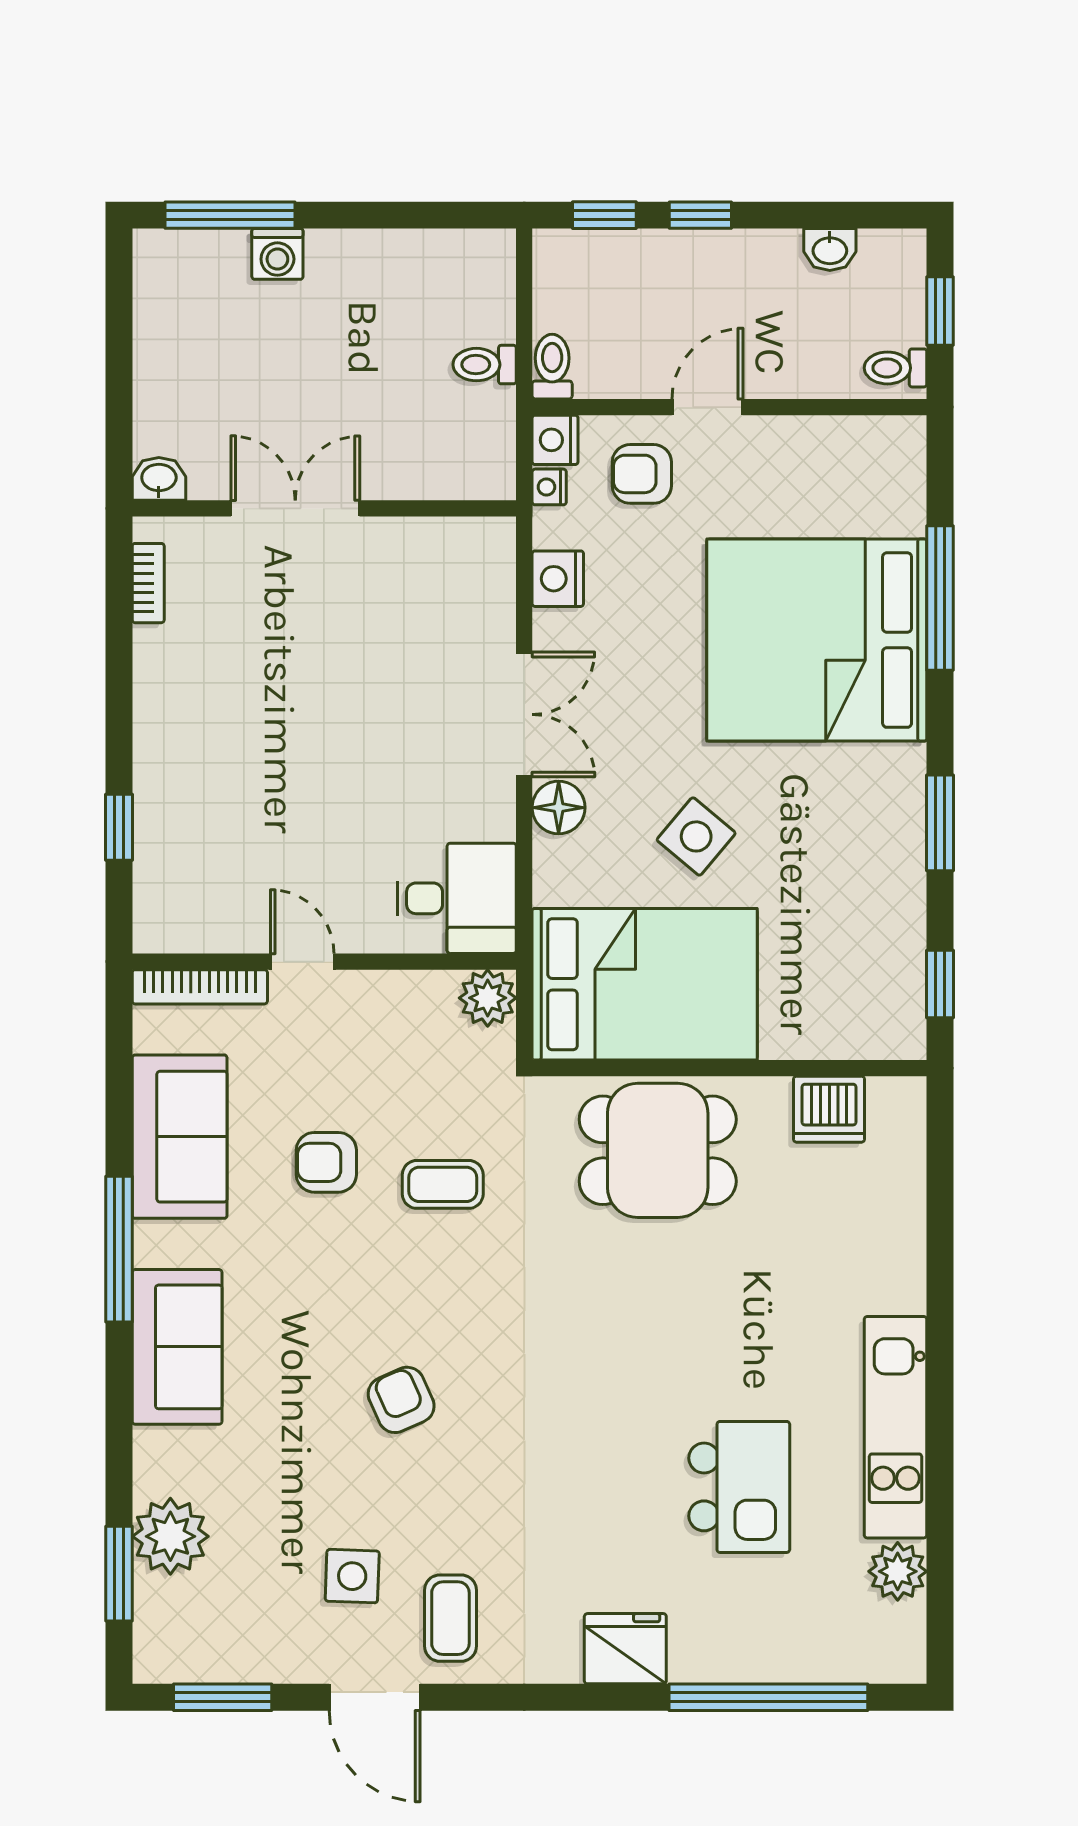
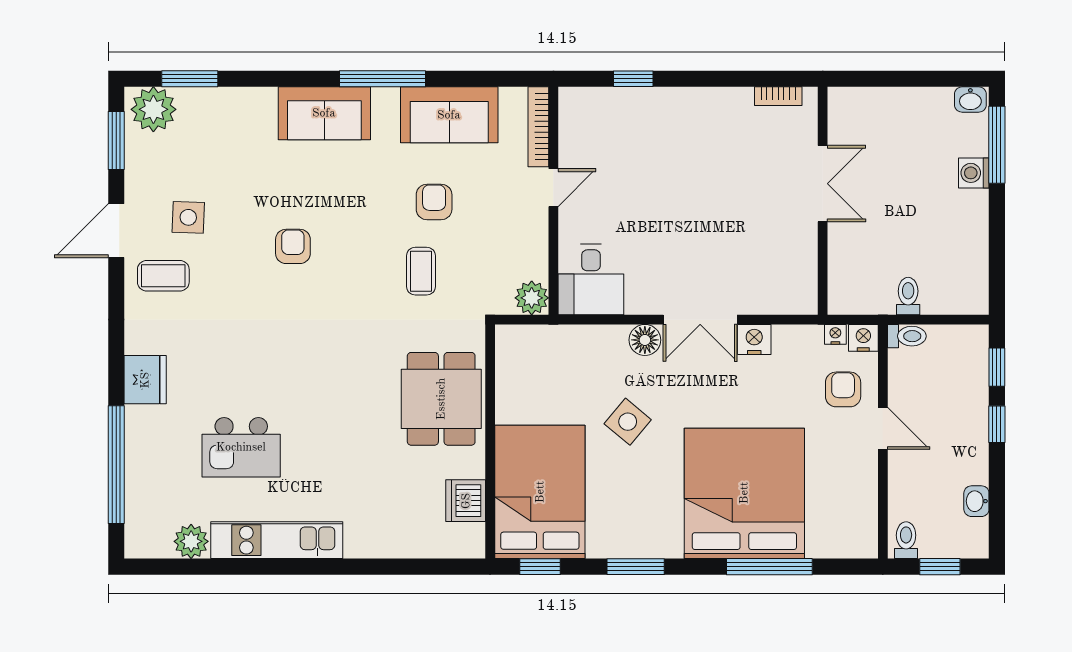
washbasin: (159, 479) -> (970, 99), moved, turned 90
nightstand: (558, 579) -> (754, 340), moved
bed: (645, 984) -> (540, 492), moved, turned 180
armchair: (401, 1400) -> (293, 246), turned -66
plant: (170, 1536) -> (153, 109), moved

